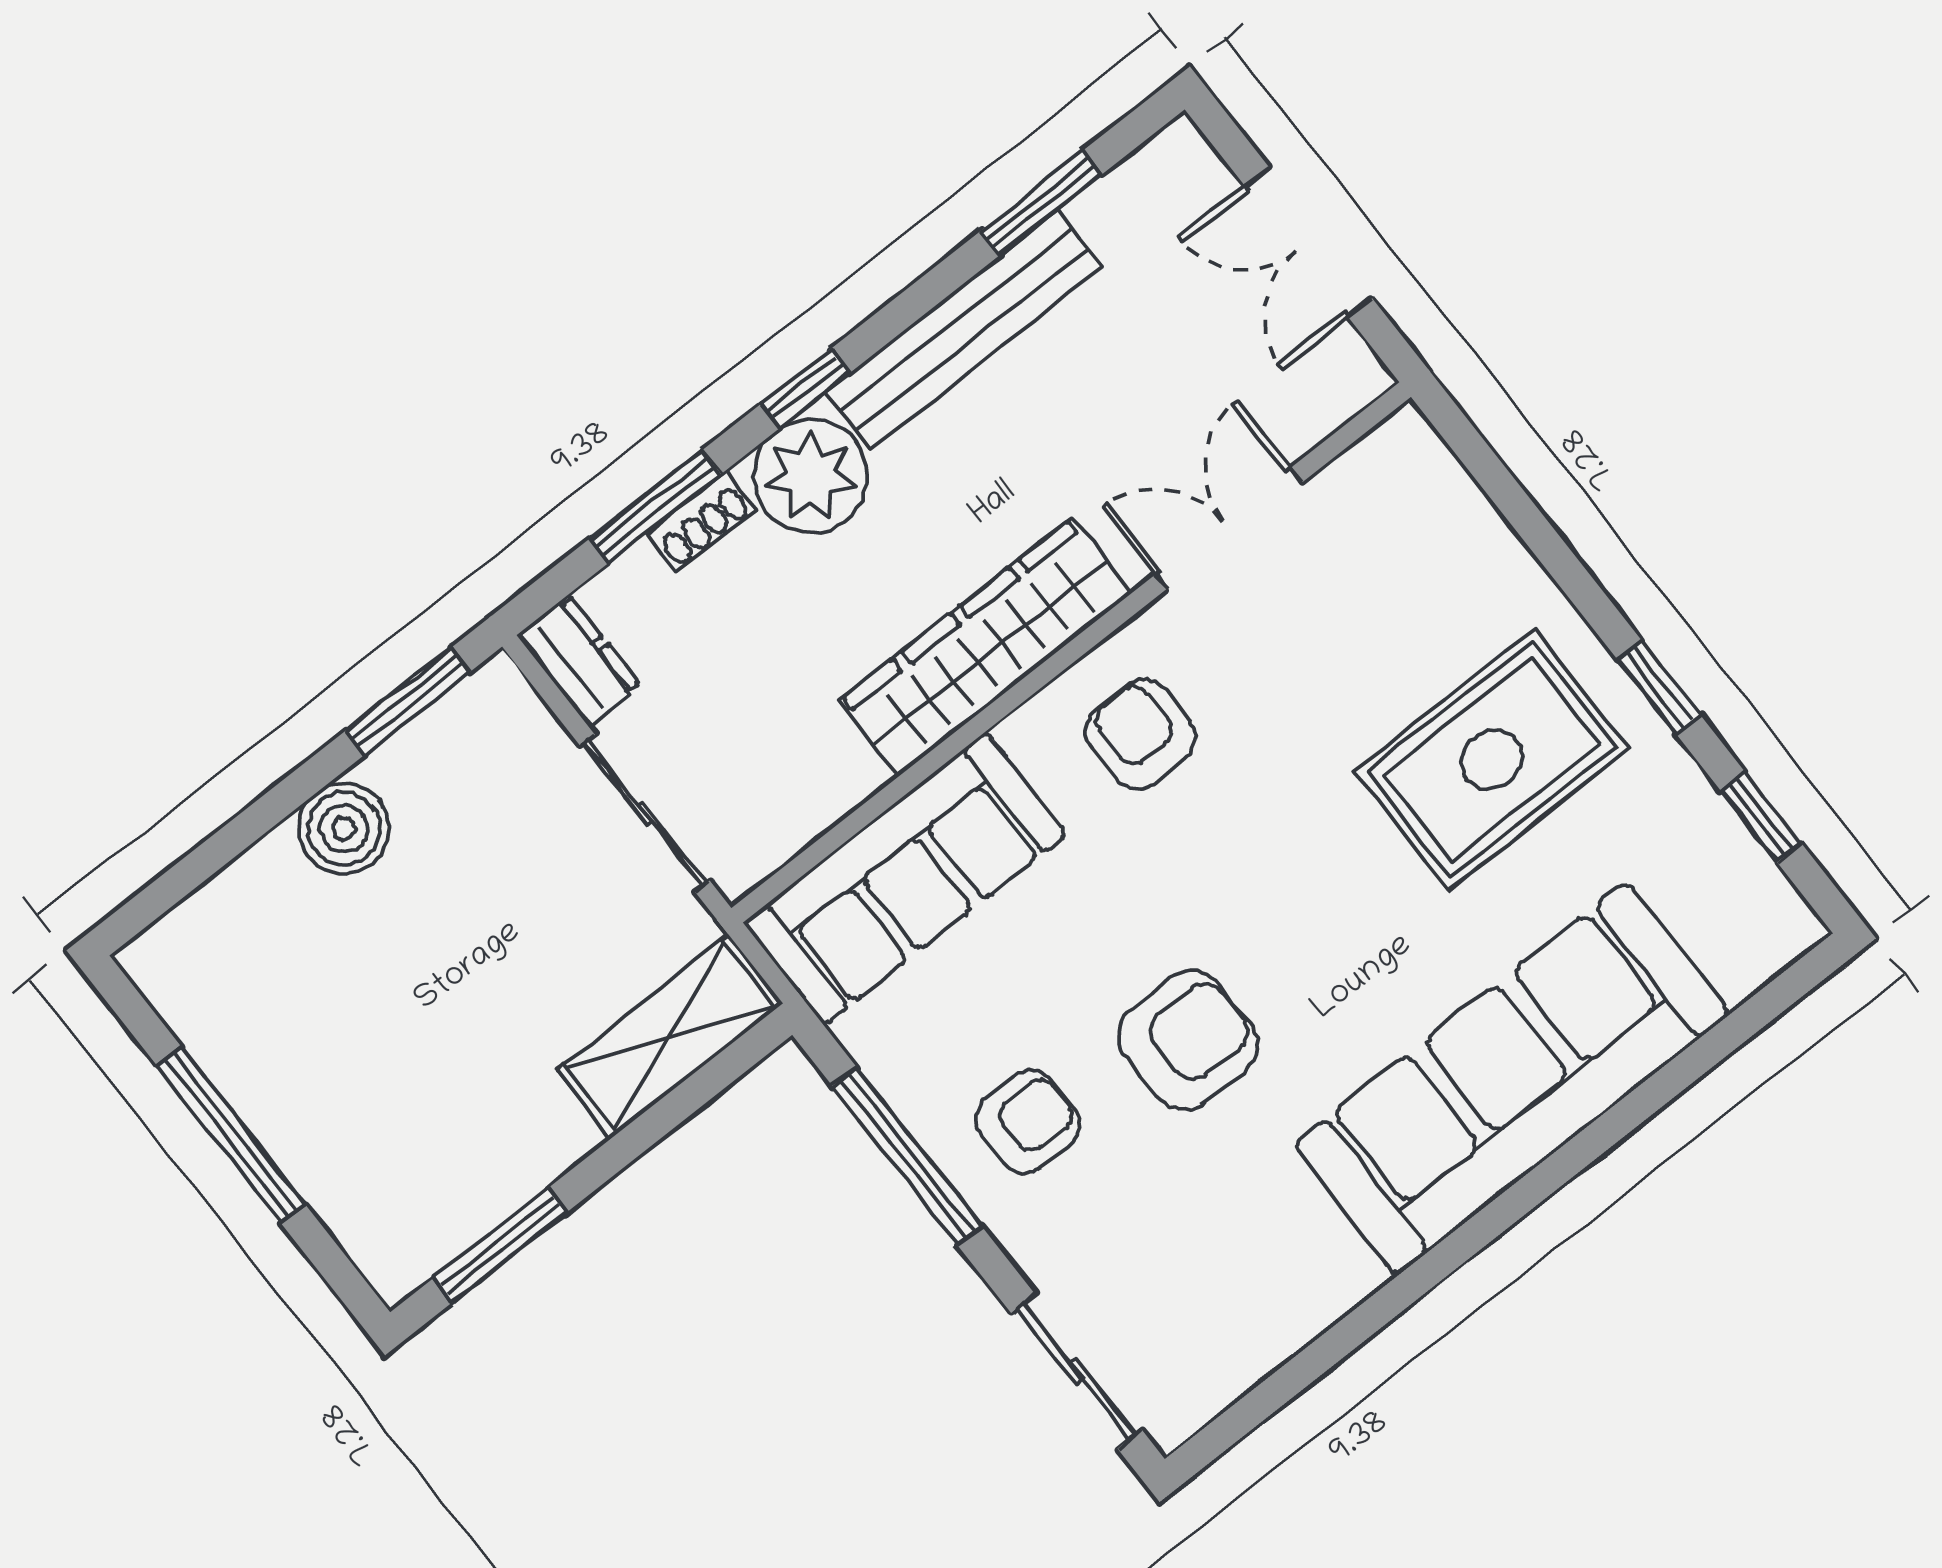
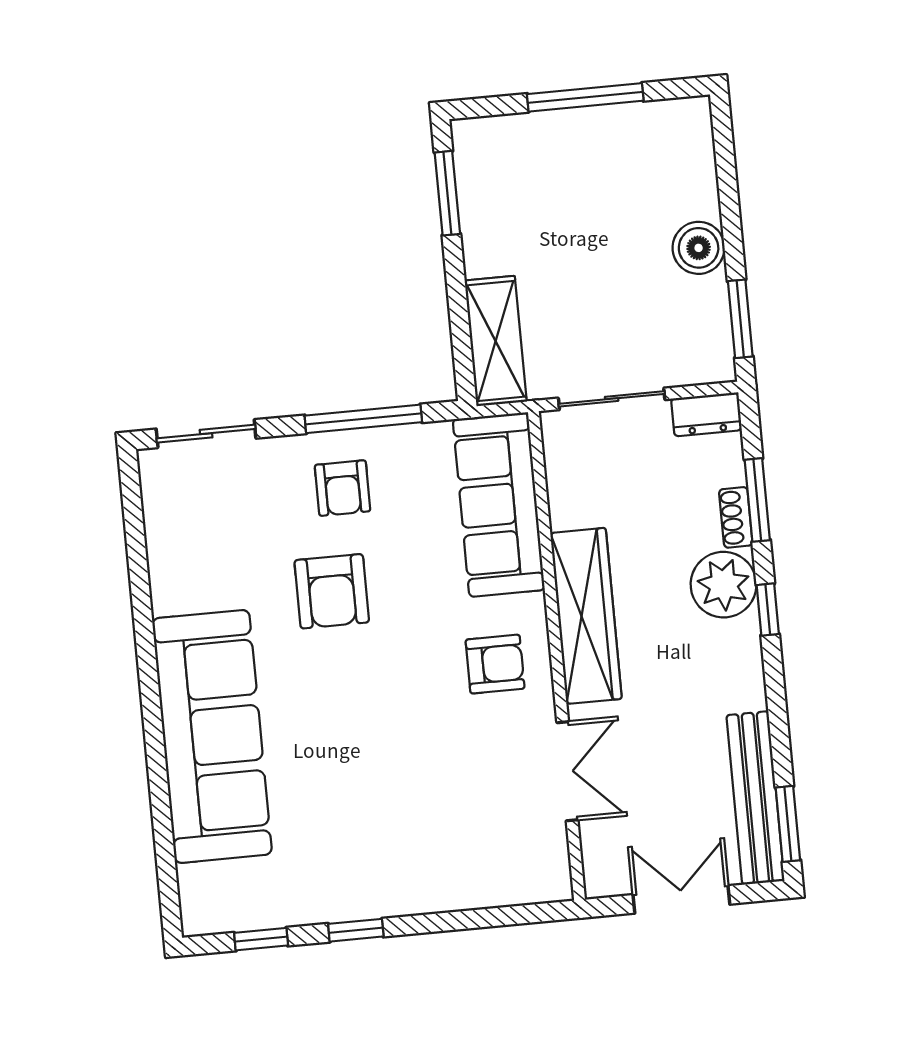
window: (1041, 203) -> (788, 824), moved
bench: (964, 330) -> (755, 798), moved
rug: (1492, 759) -> (373, 827), removed

